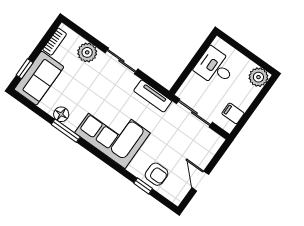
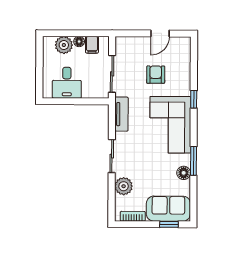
plant: (258, 77) -> (64, 45), moved
floor lamp: (244, 104) -> (79, 42), added
armchair: (157, 174) -> (156, 75), moved
window: (143, 186) -> (194, 99), moved

